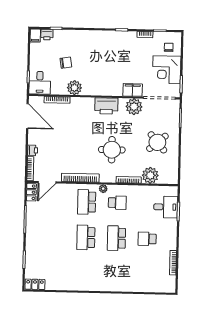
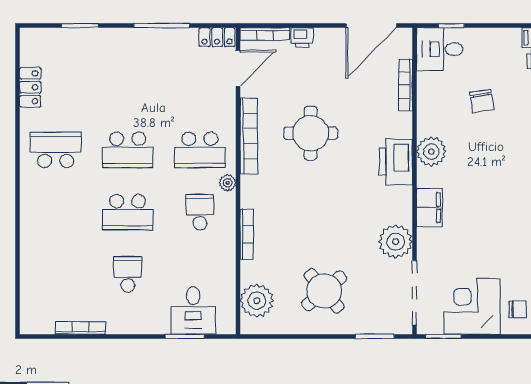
plant: (74, 88) -> (431, 152), moved
filing cabinet: (133, 90) -> (429, 208), moved
printer: (106, 106) -> (396, 162), moved
round table: (112, 150) -> (311, 133), moved
plant: (150, 175) -> (257, 301), moved
door: (47, 182) -> (238, 68), swing flipped
school desk: (87, 202) -> (200, 150), turned 180
school desk: (117, 203) -> (200, 212), turned 180
school desk: (86, 237) -> (128, 150), turned 180
school desk: (116, 238) -> (128, 212), turned 180
school desk: (85, 273) -> (56, 150), added
locker: (35, 284) -> (30, 87), moved

